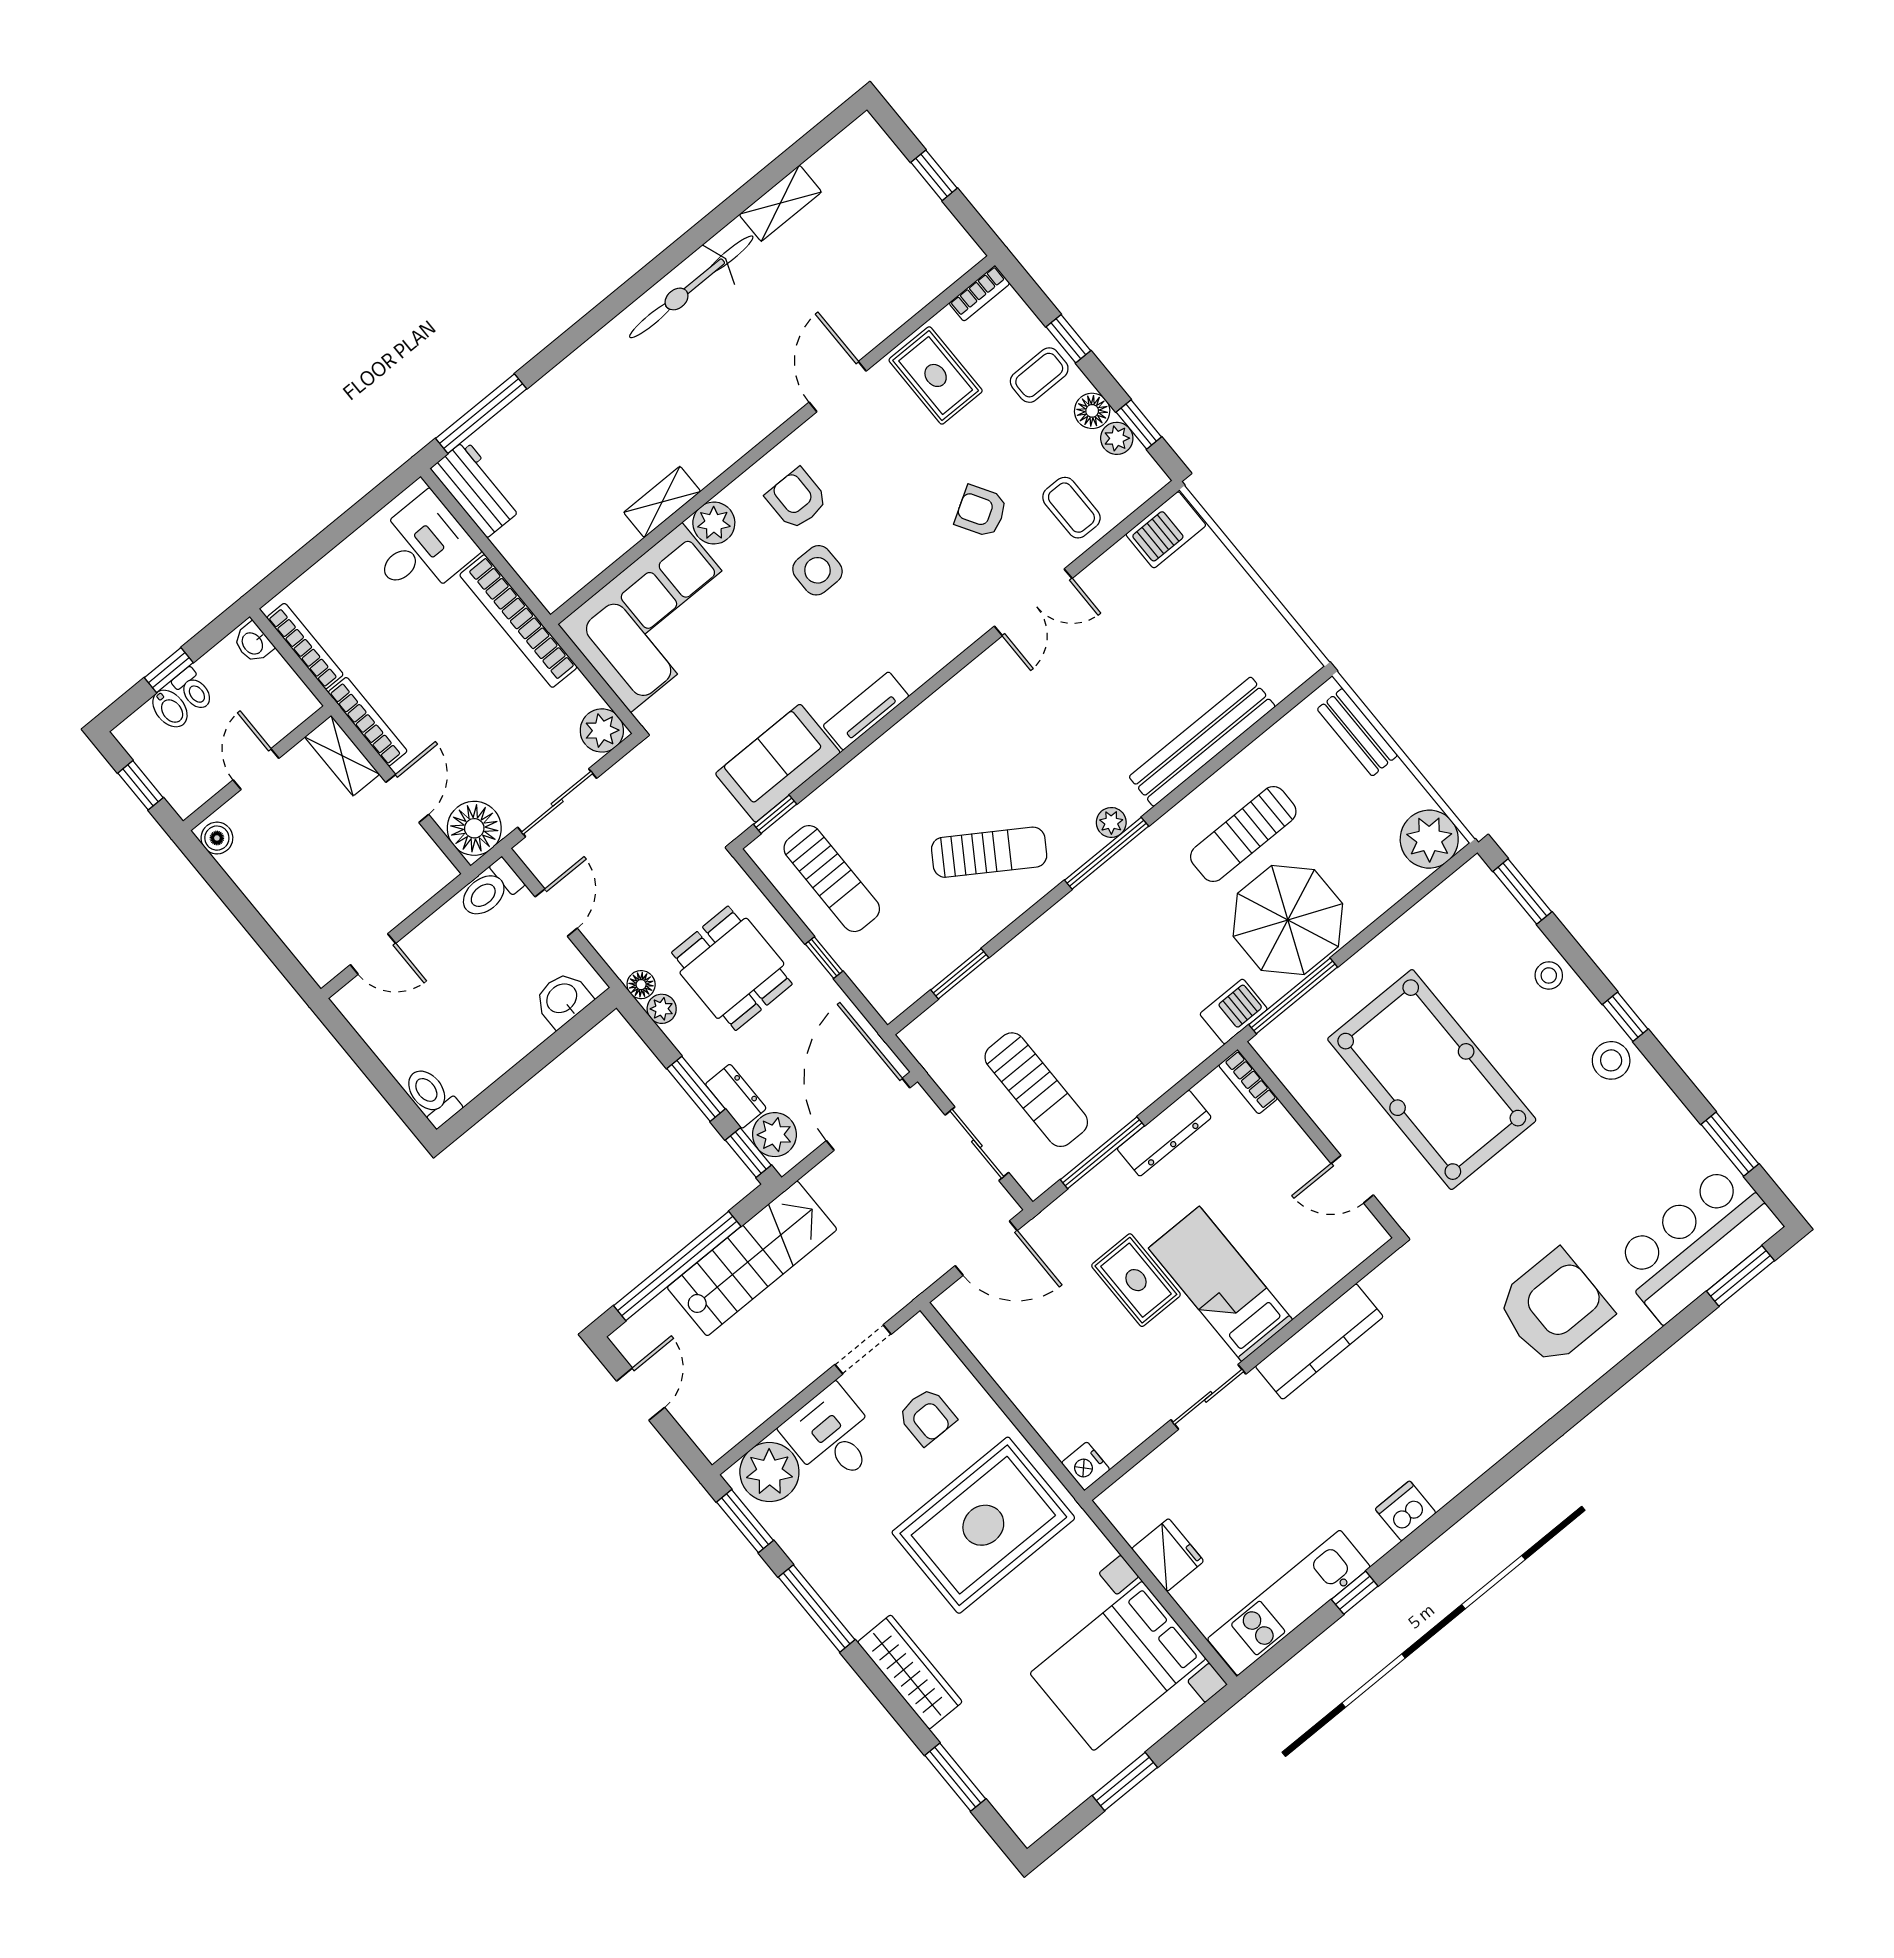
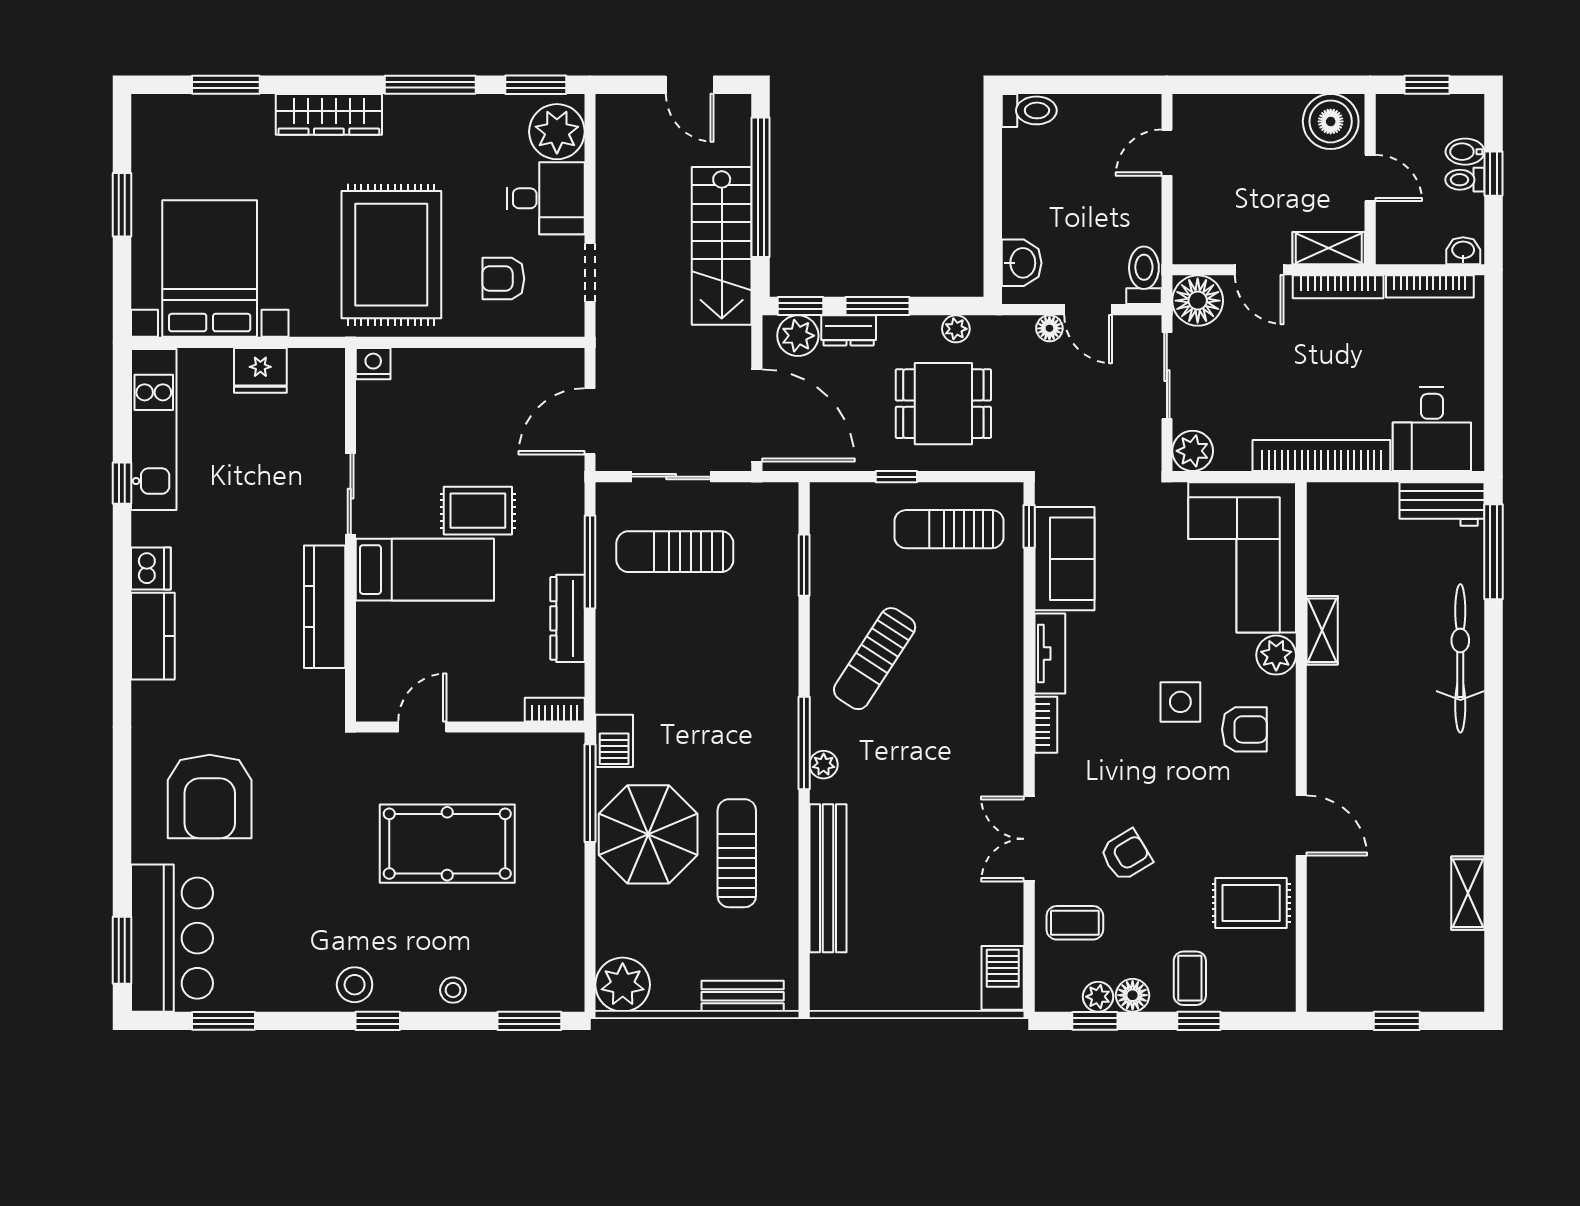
bicycle: (691, 287) -> (1460, 658), moved
bookcase: (979, 293) -> (1046, 725), moved, turned 180
boiler: (217, 838) -> (1331, 121), width x1.86, depth x1.86
floor lamp: (641, 985) -> (1049, 328), moved
pool table: (1432, 1080) -> (447, 844), width x0.73, depth x0.76
kitchen counter: (1460, 1463) -> (153, 636), added

